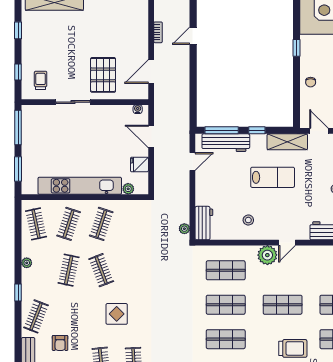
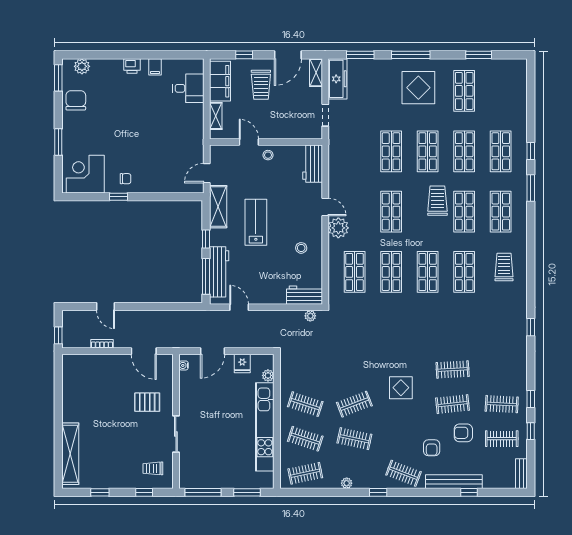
pallet: (103, 75) -> (147, 402), width x0.67, depth x0.71
chair: (311, 82) -> (126, 179), moved
armchair: (60, 343) -> (432, 448), turned 90

